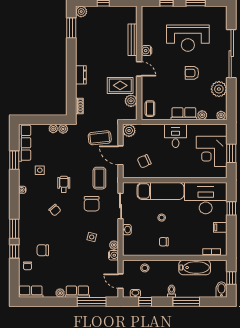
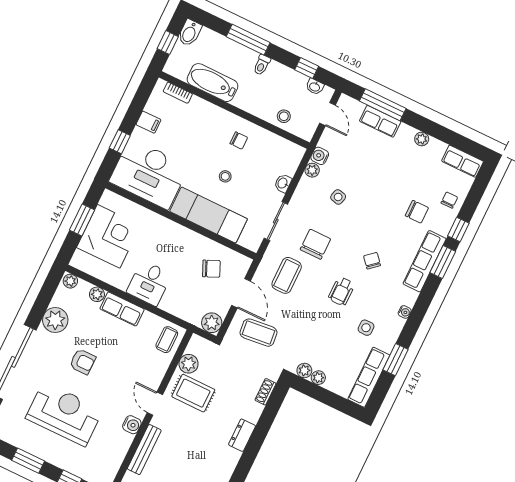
row of seats: (25, 224) -> (425, 261), added
row of seats: (77, 292) -> (380, 121), moved

